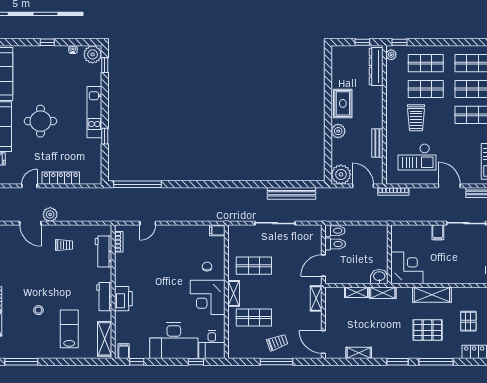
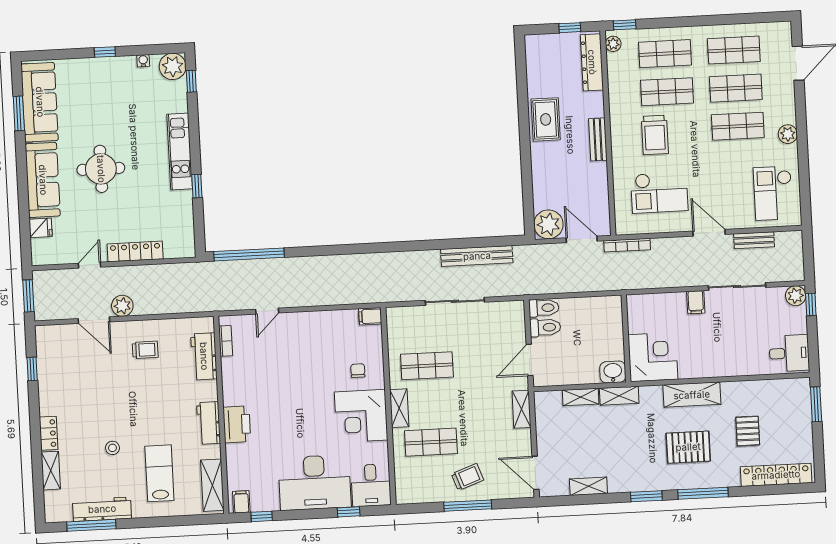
plant: (338, 131) -> (541, 160), removed
bench: (377, 143) -> (598, 139), moved
workbench: (29, 351) -> (102, 509), added

